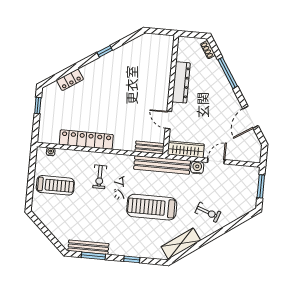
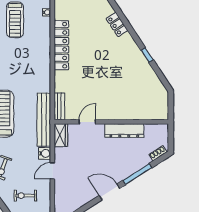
door: (251, 117) -> (110, 192), moved
wardrobe: (186, 149) -> (61, 135), width x0.67
door: (216, 161) -> (52, 171), swing flipped
exercise bike: (100, 177) -> (25, 196), moved

